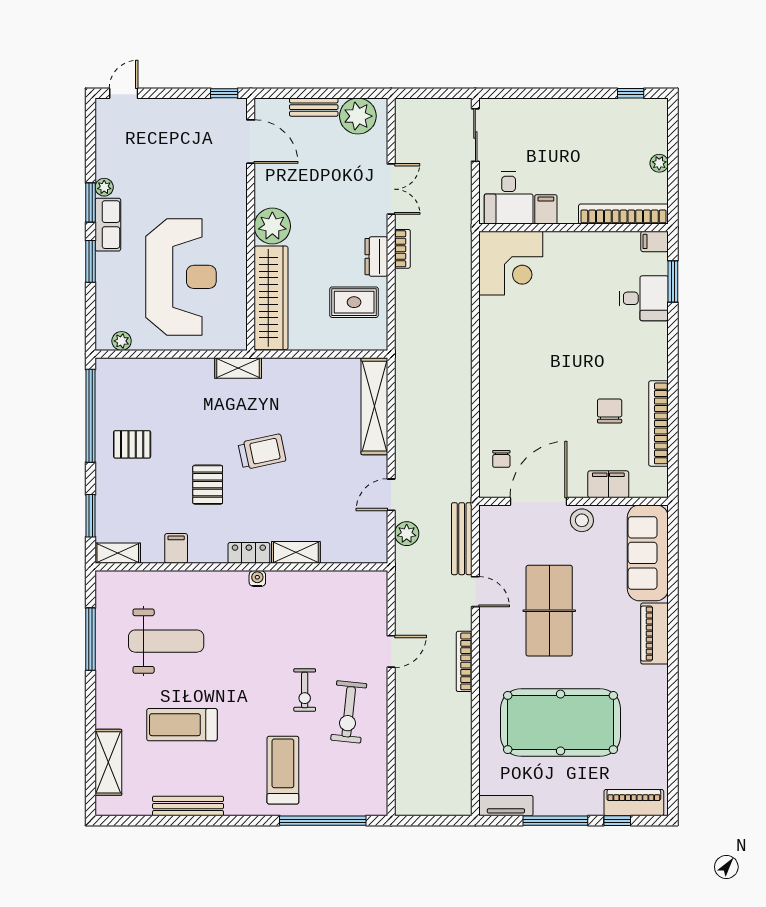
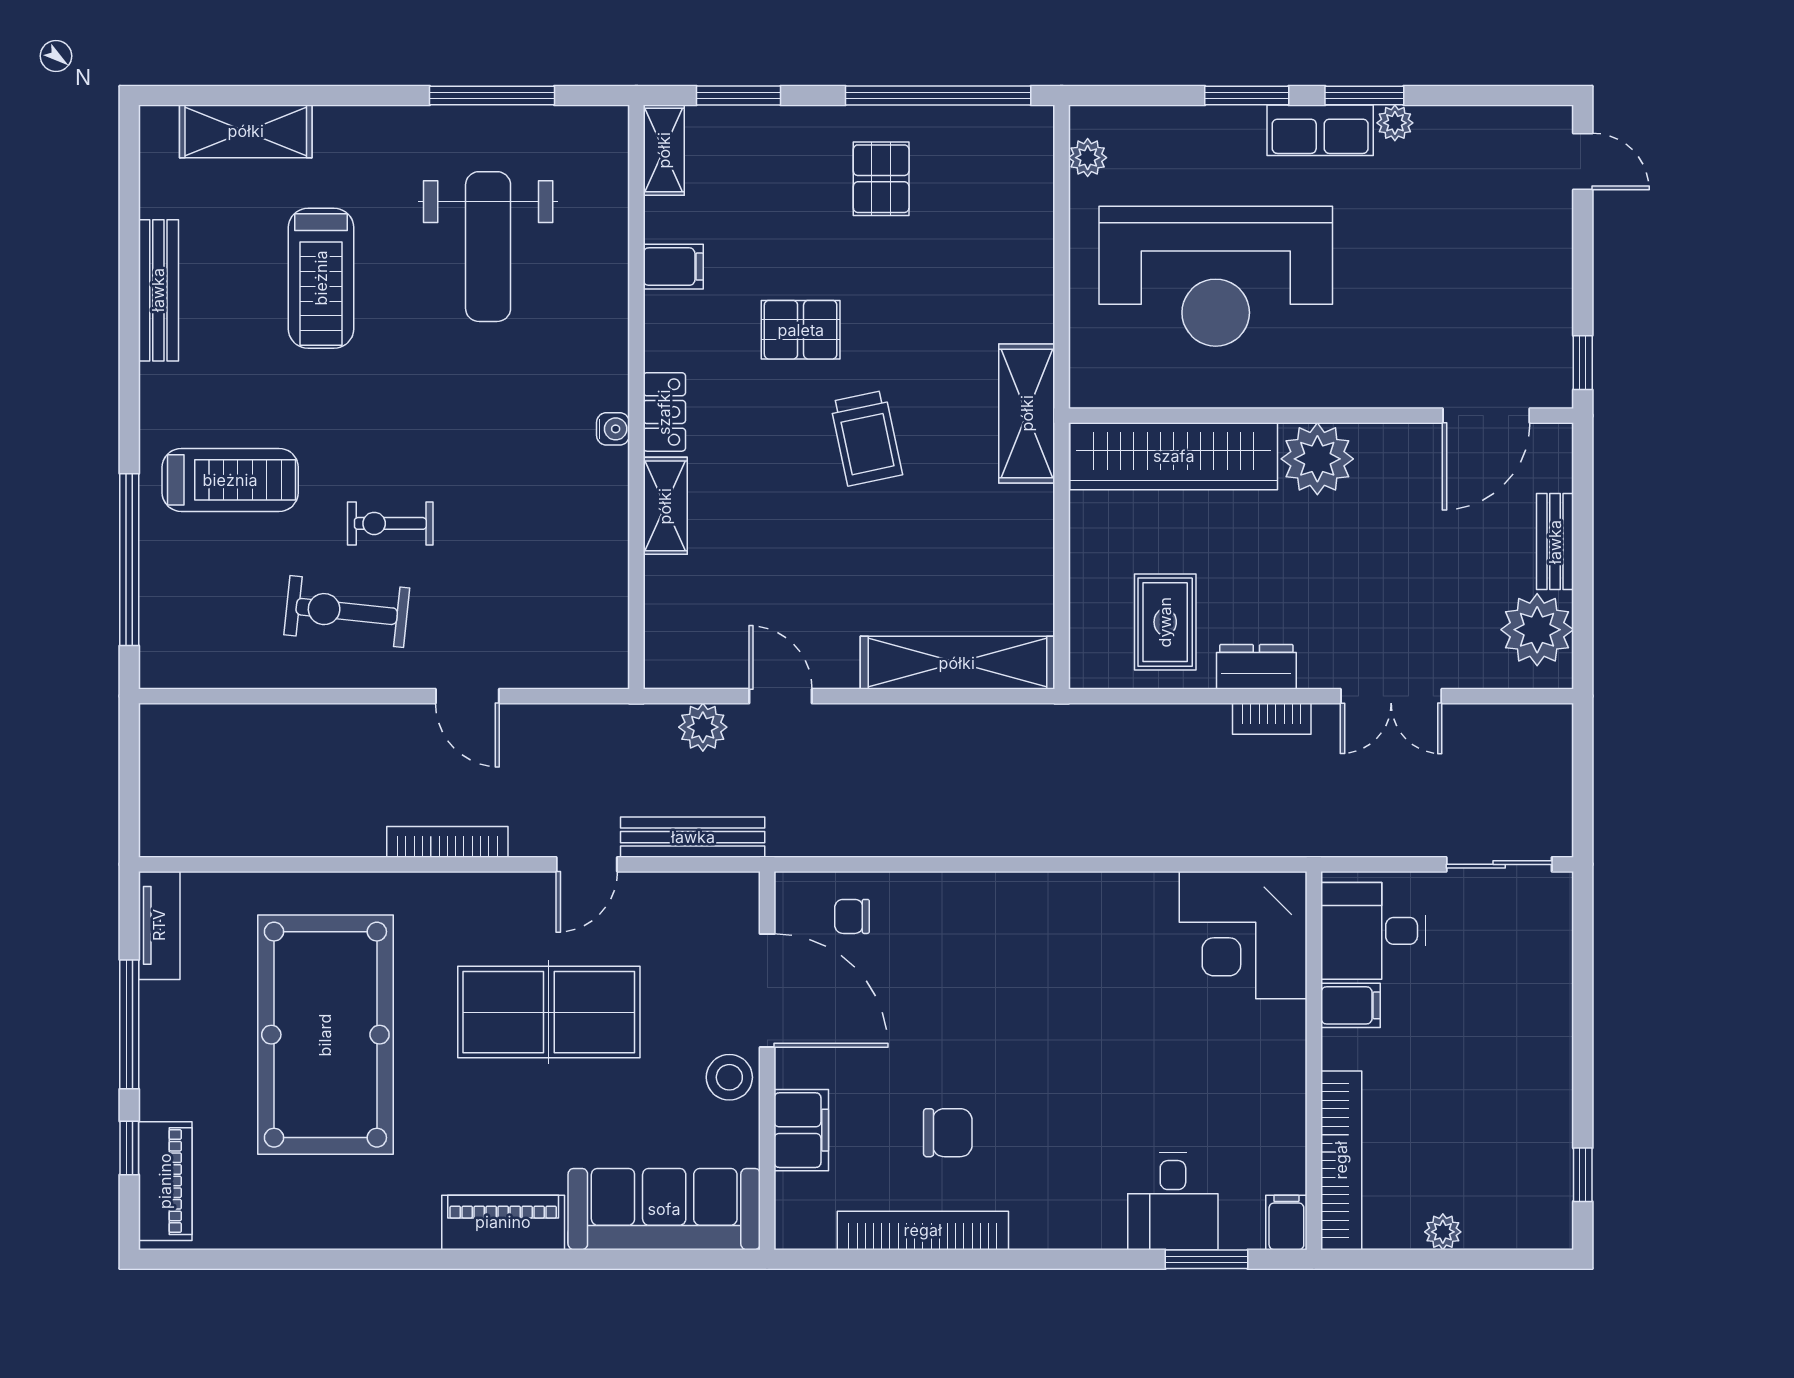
shelving: (238, 368) -> (1027, 413), width x1.50, depth x1.33
treadmill: (182, 725) -> (321, 278), turned 180

